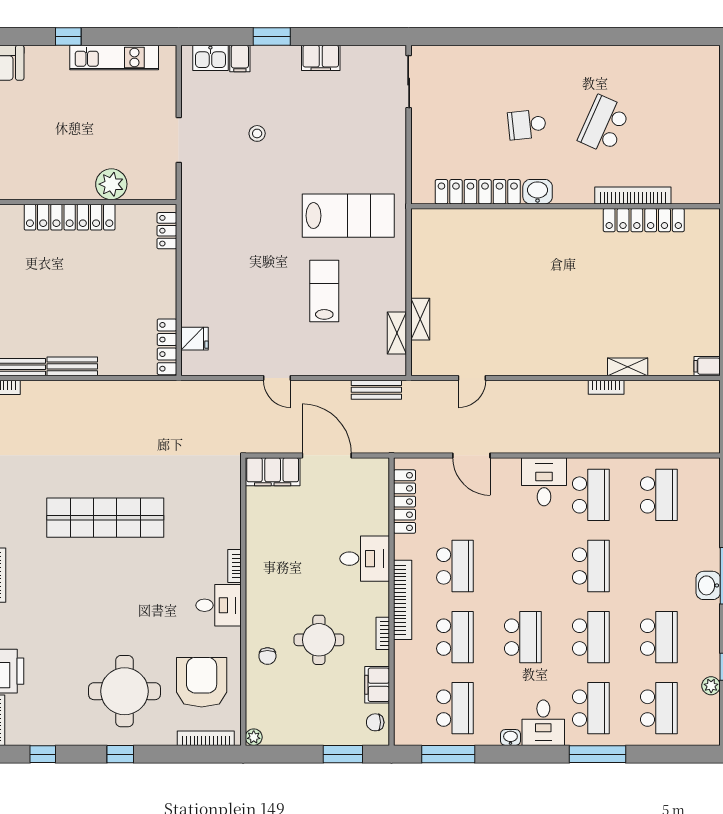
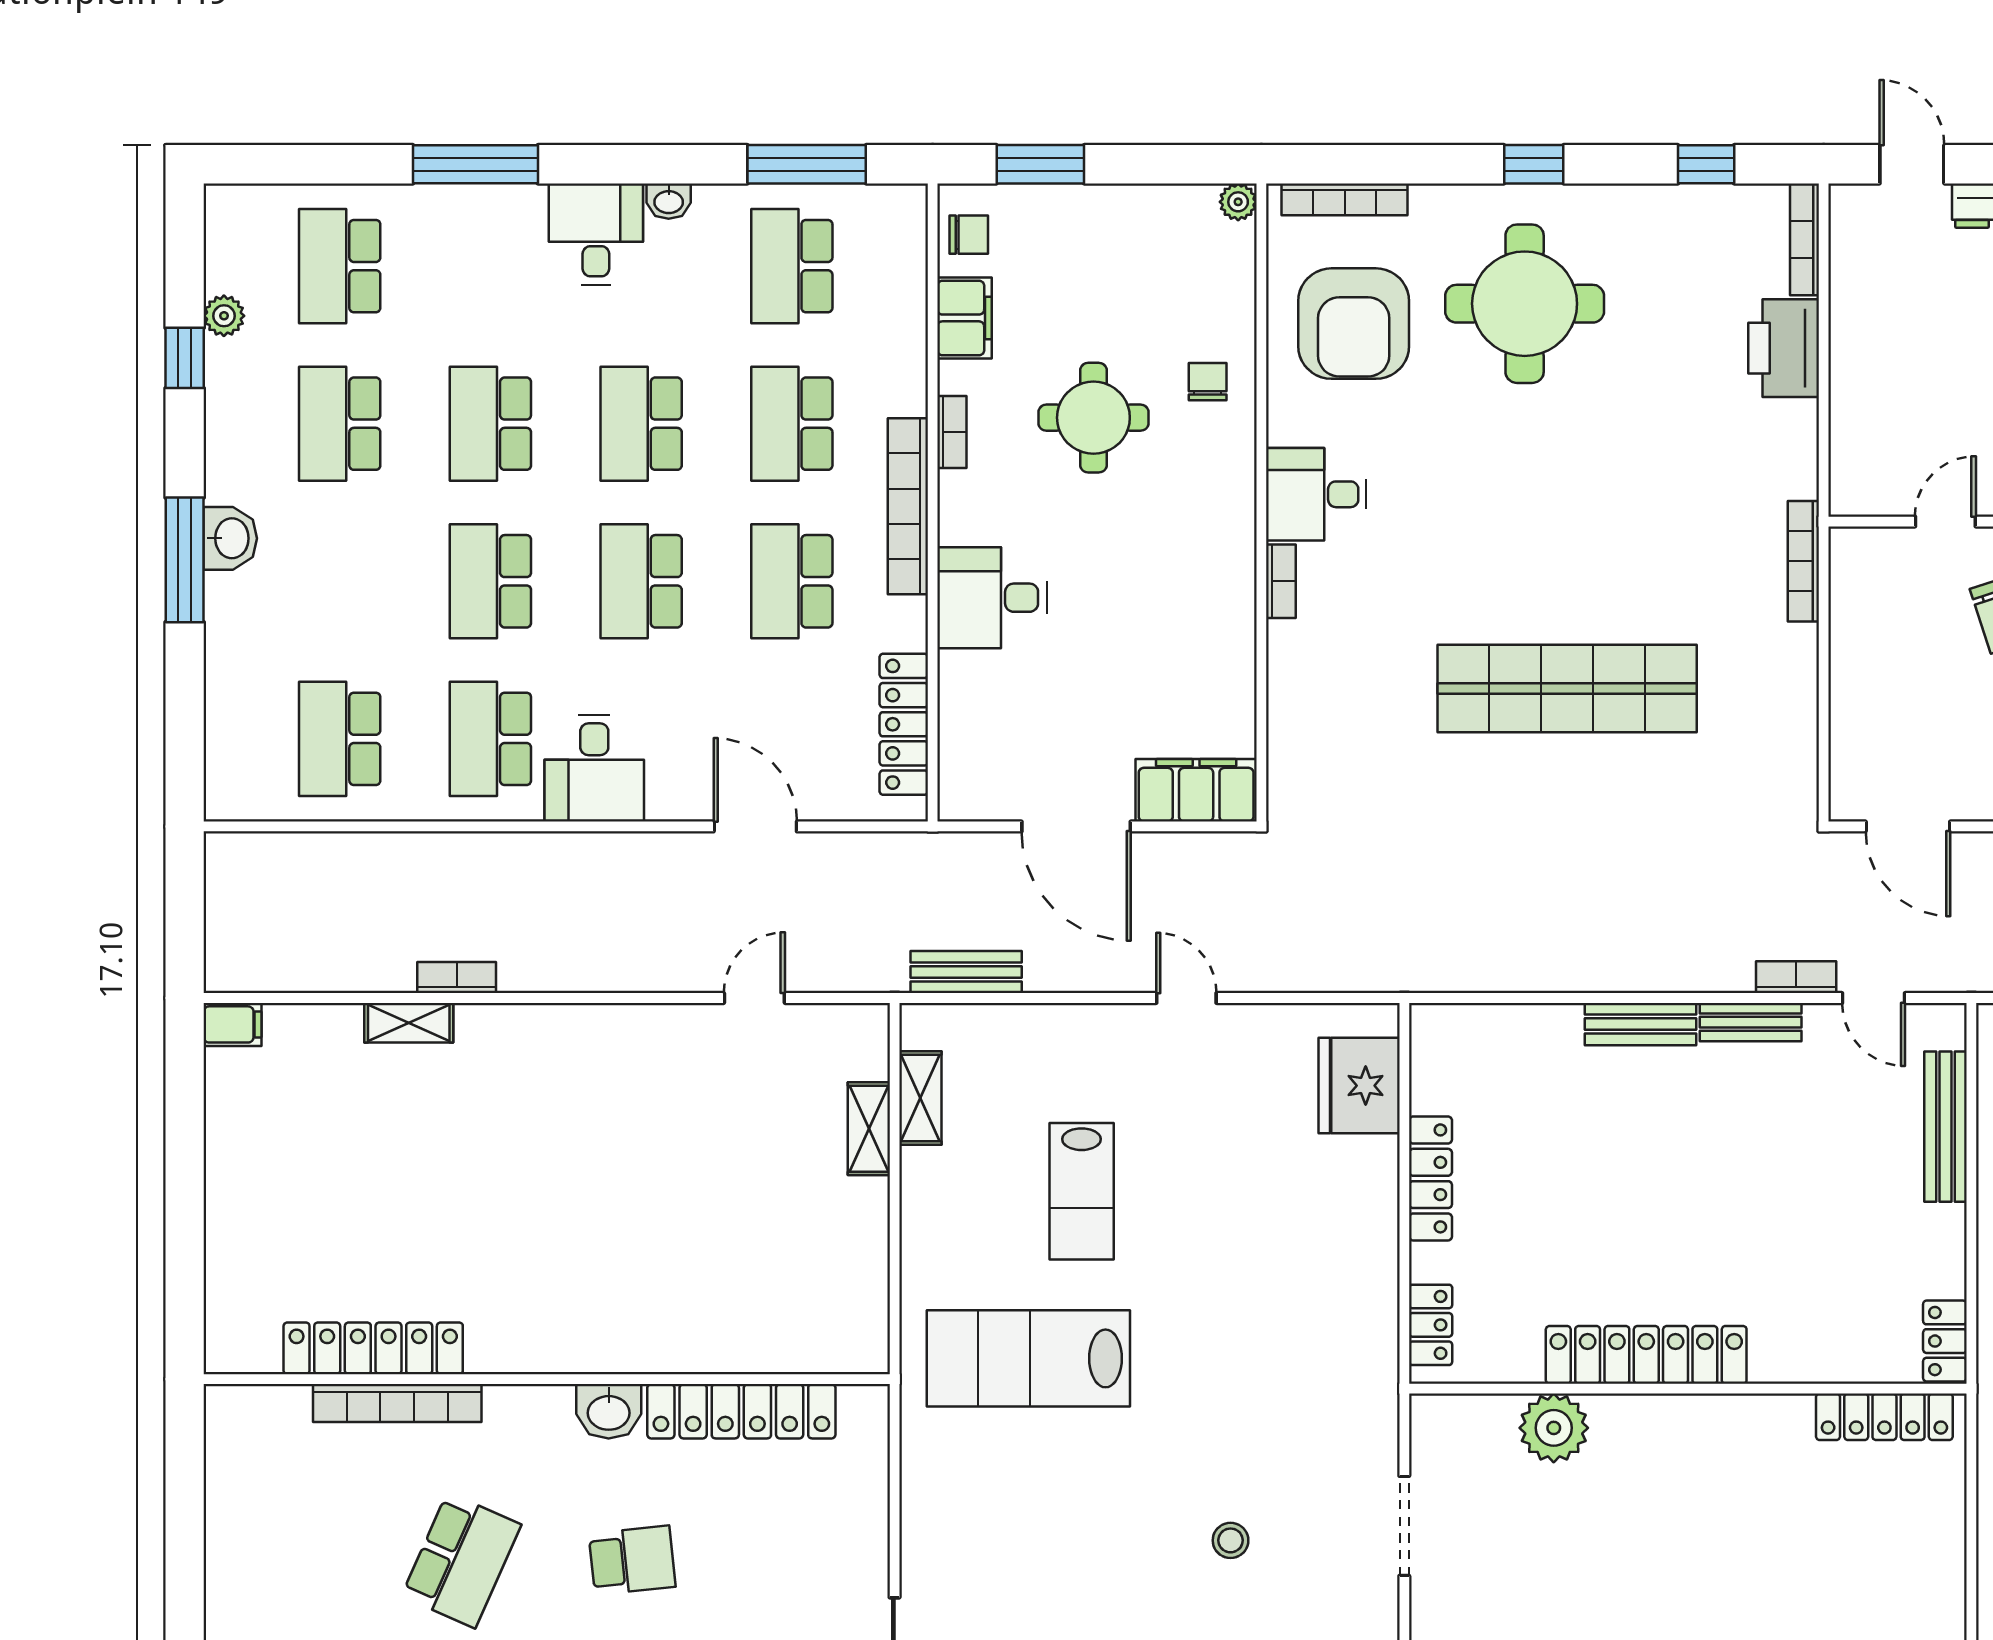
fridge: (195, 339) -> (1359, 1086), width x1.88, depth x1.34
locker: (167, 347) -> (1430, 1178), moved
school desk: (591, 708) -> (641, 581), moved

